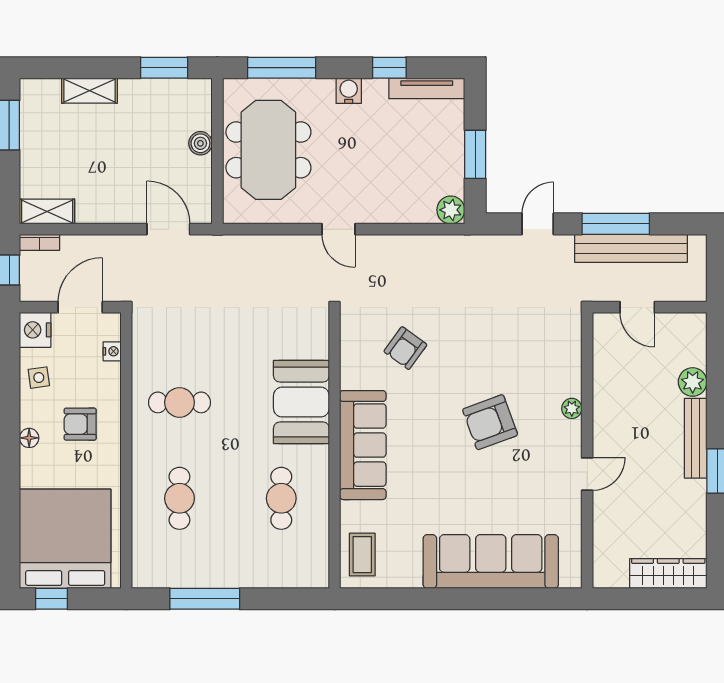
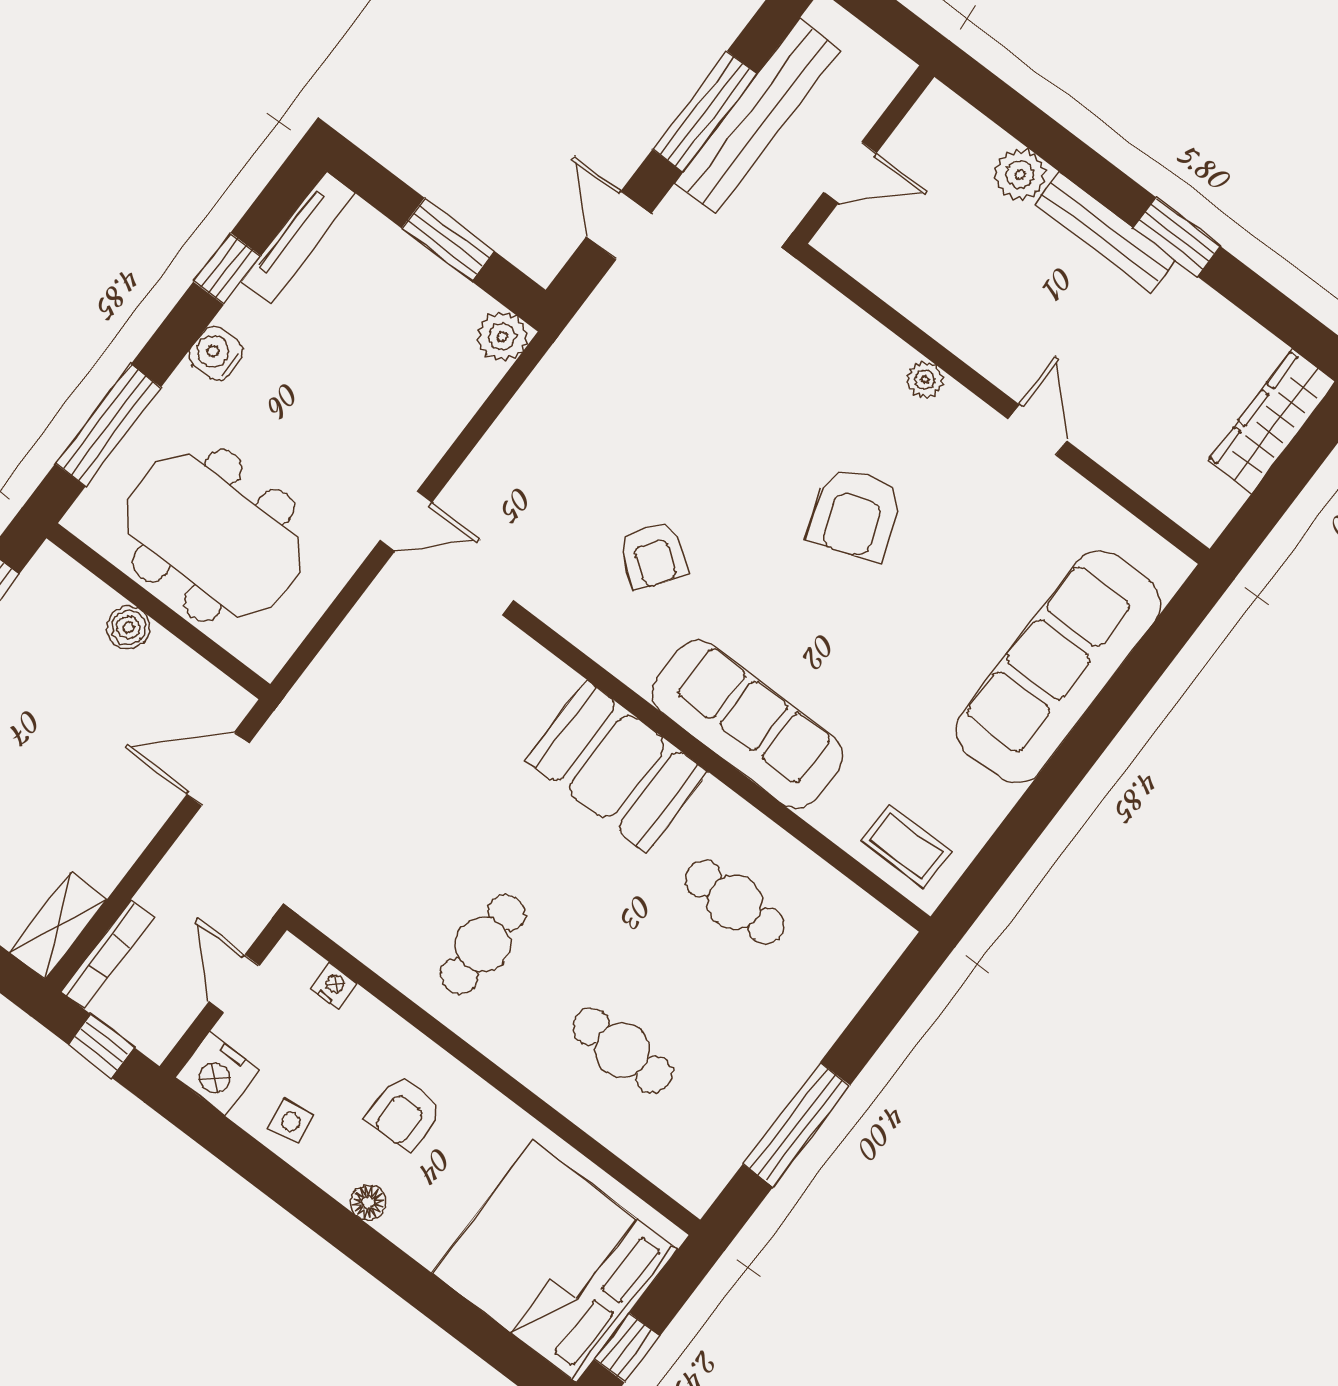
bookcase: (40, 242) -> (107, 955), width x1.56
door: (80, 307) -> (234, 984), width x0.73

